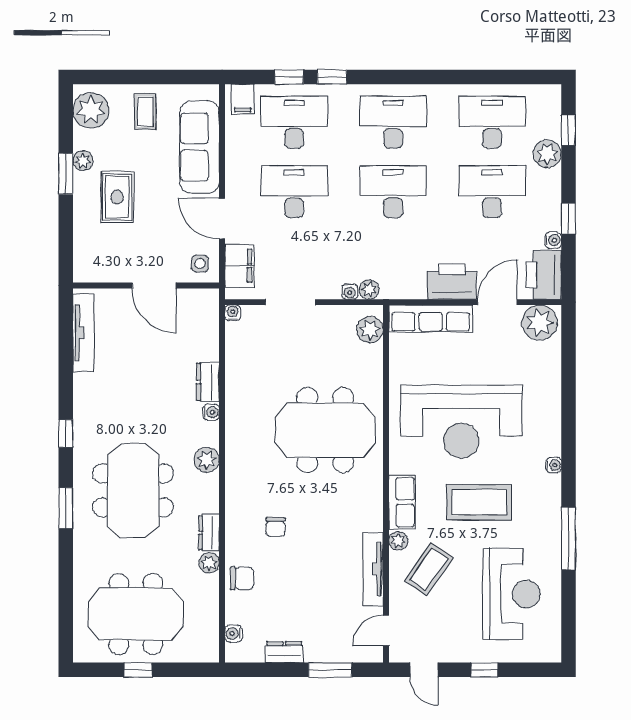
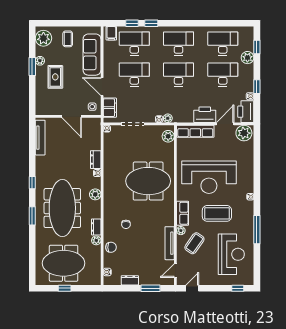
meeting table: (133, 490) -> (62, 208), width x1.36
door: (424, 670) -> (192, 288), swing flipped
window: (484, 670) -> (238, 288), moved

